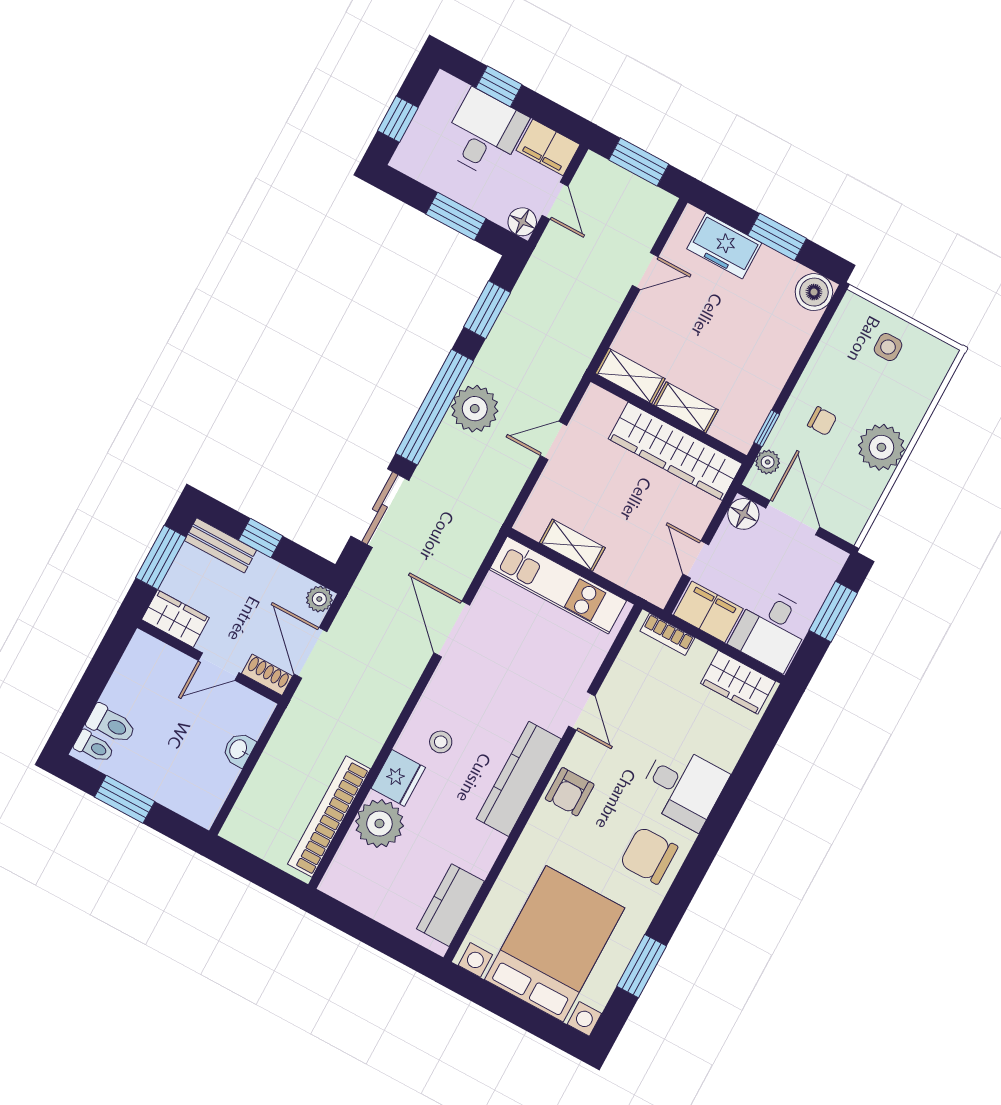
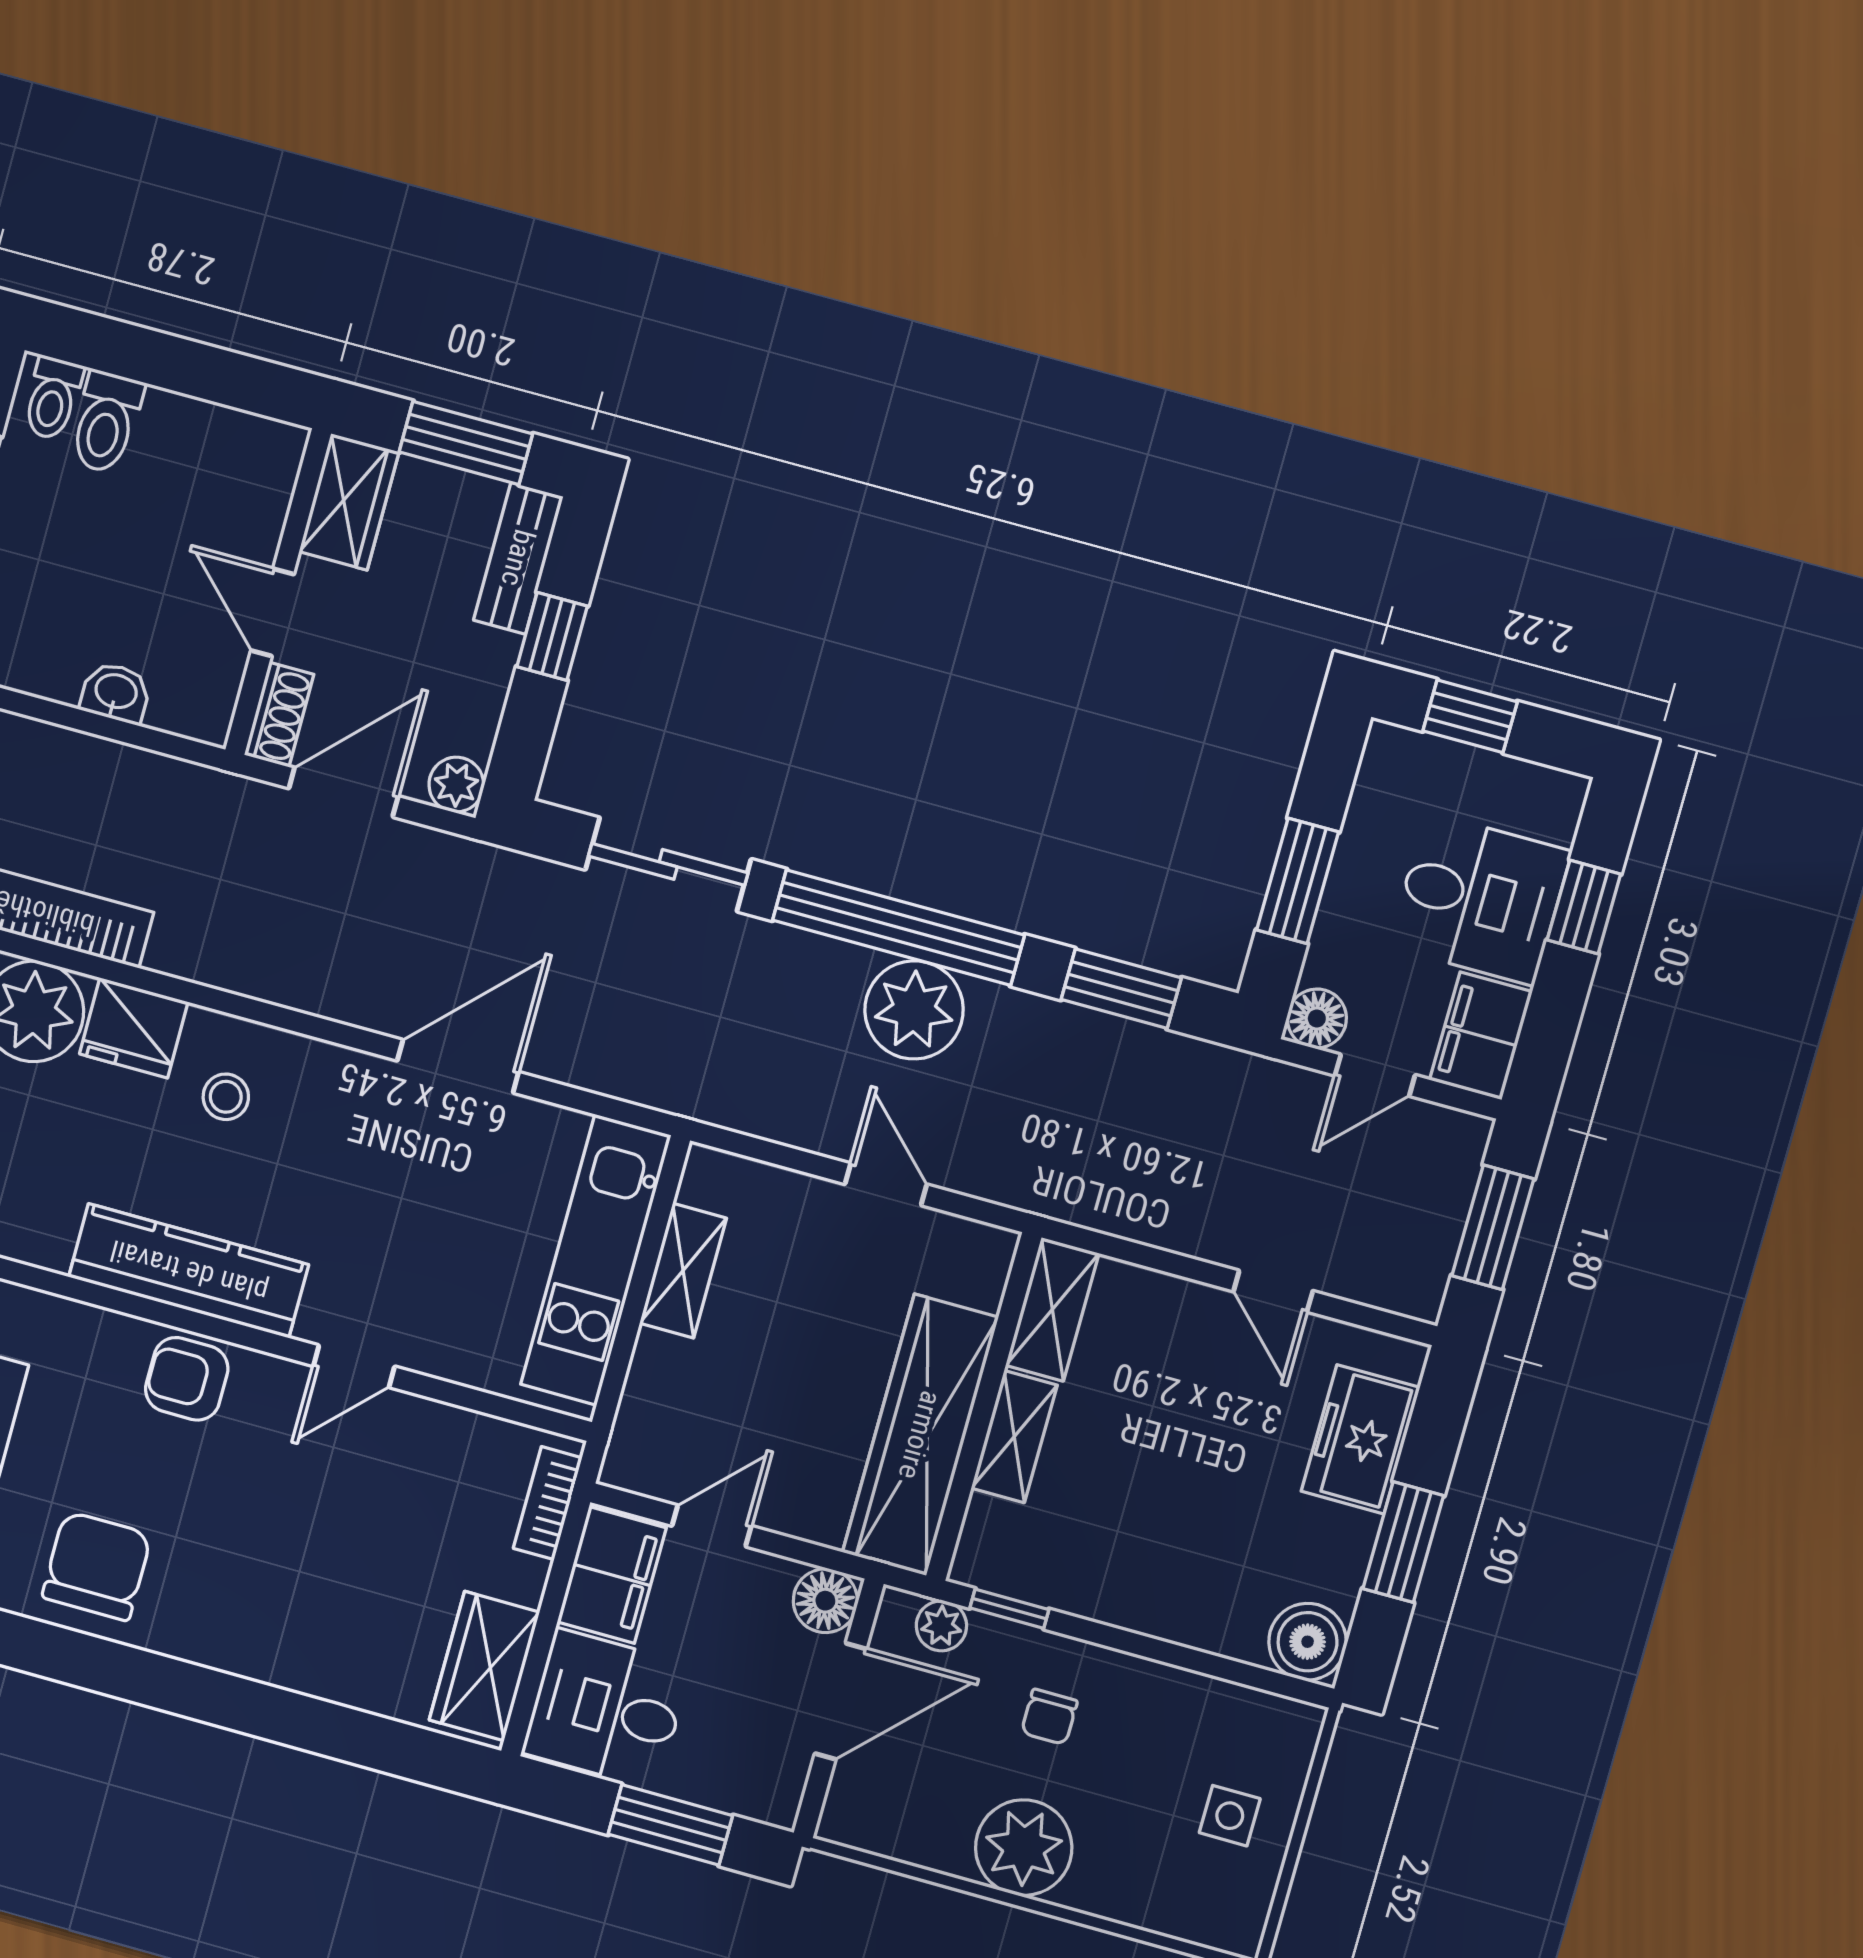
desk: (683, 787) -> (250, 1603), removed

